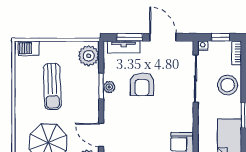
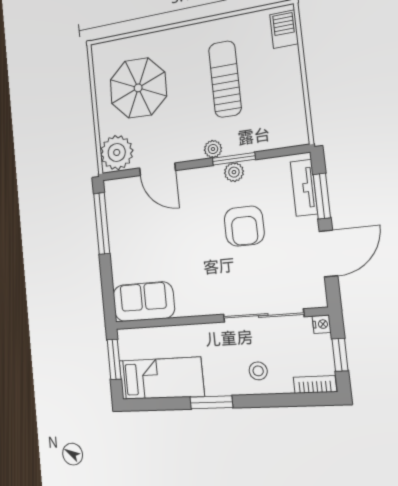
plant: (89, 56) -> (213, 149), moved, width x0.53, depth x0.53
armchair: (142, 84) -> (244, 226), turned -90
stool: (228, 85) -> (258, 371), width x0.53, depth x0.53
sun lounger: (52, 87) -> (225, 79), turned 92
door: (101, 135) -> (157, 169), swing flipped

